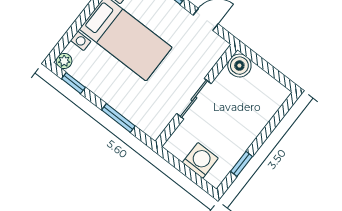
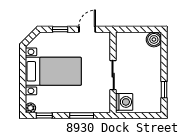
boiler: (239, 66) -> (154, 39), moved
washing machine: (200, 160) -> (124, 102), moved, turned 90

